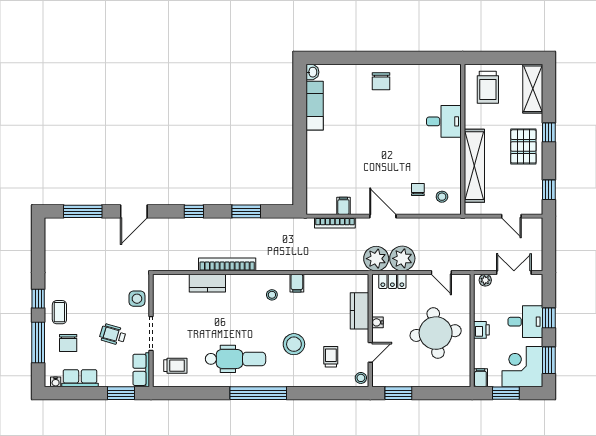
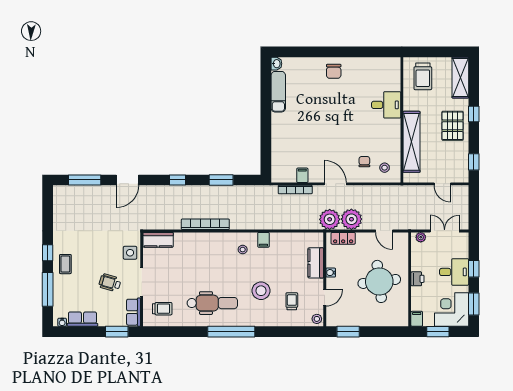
kitchen counter: (207, 283) -> (158, 240), moved
chair: (68, 343) -> (73, 290), removed

